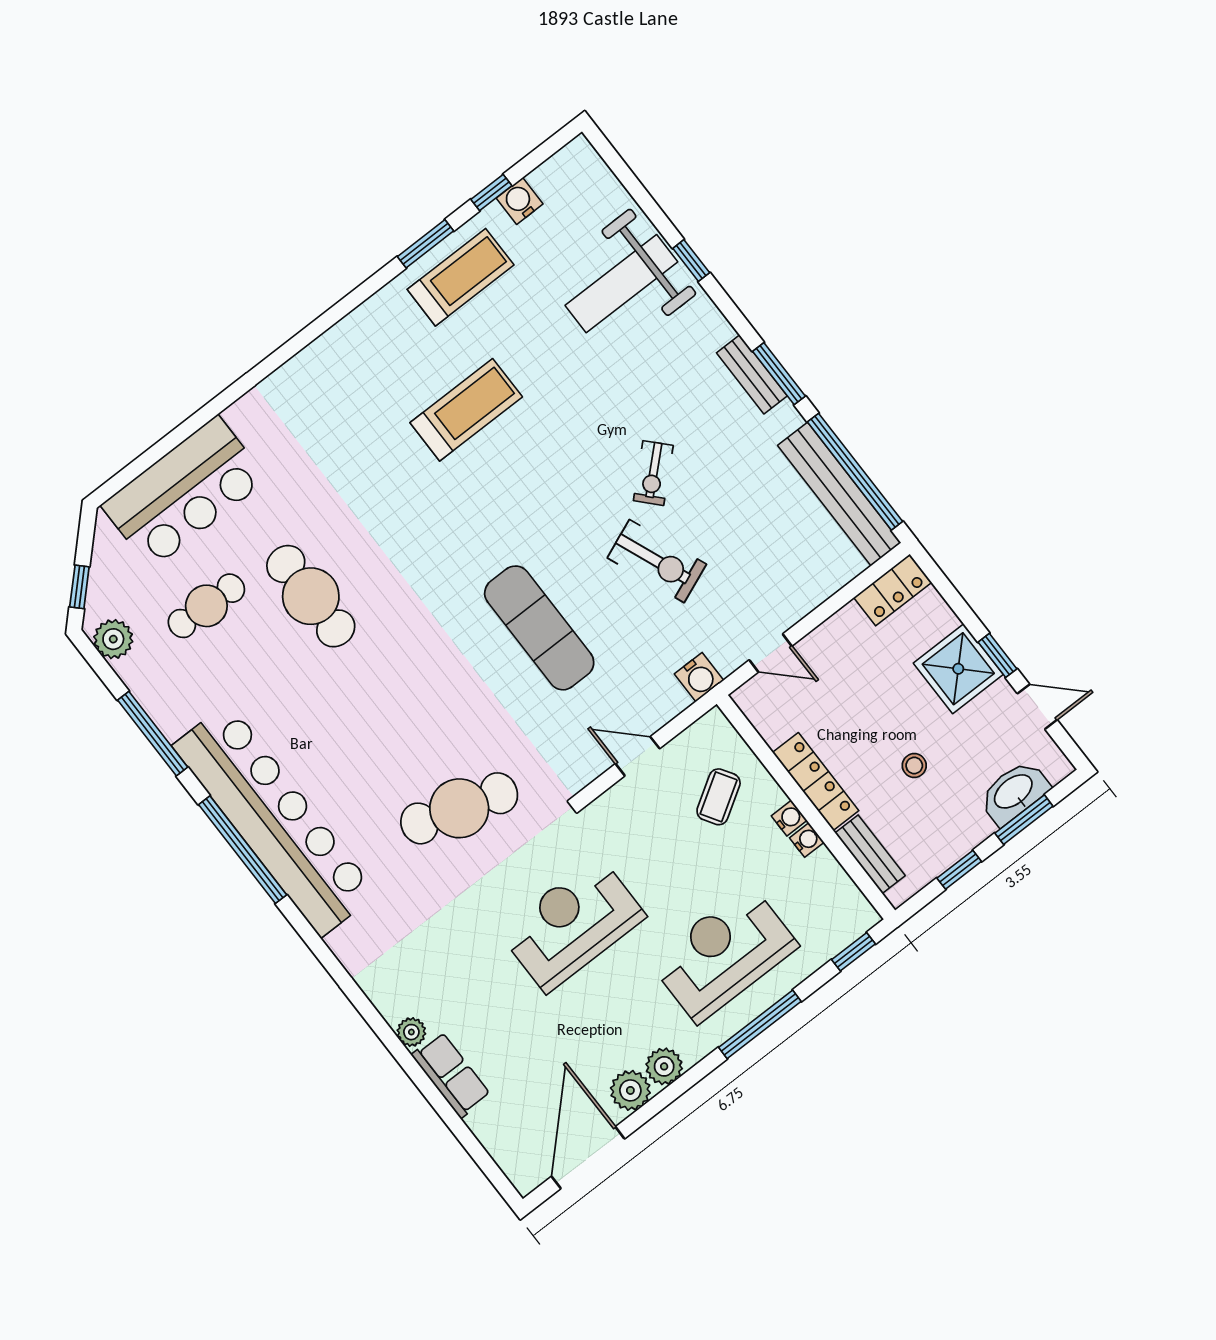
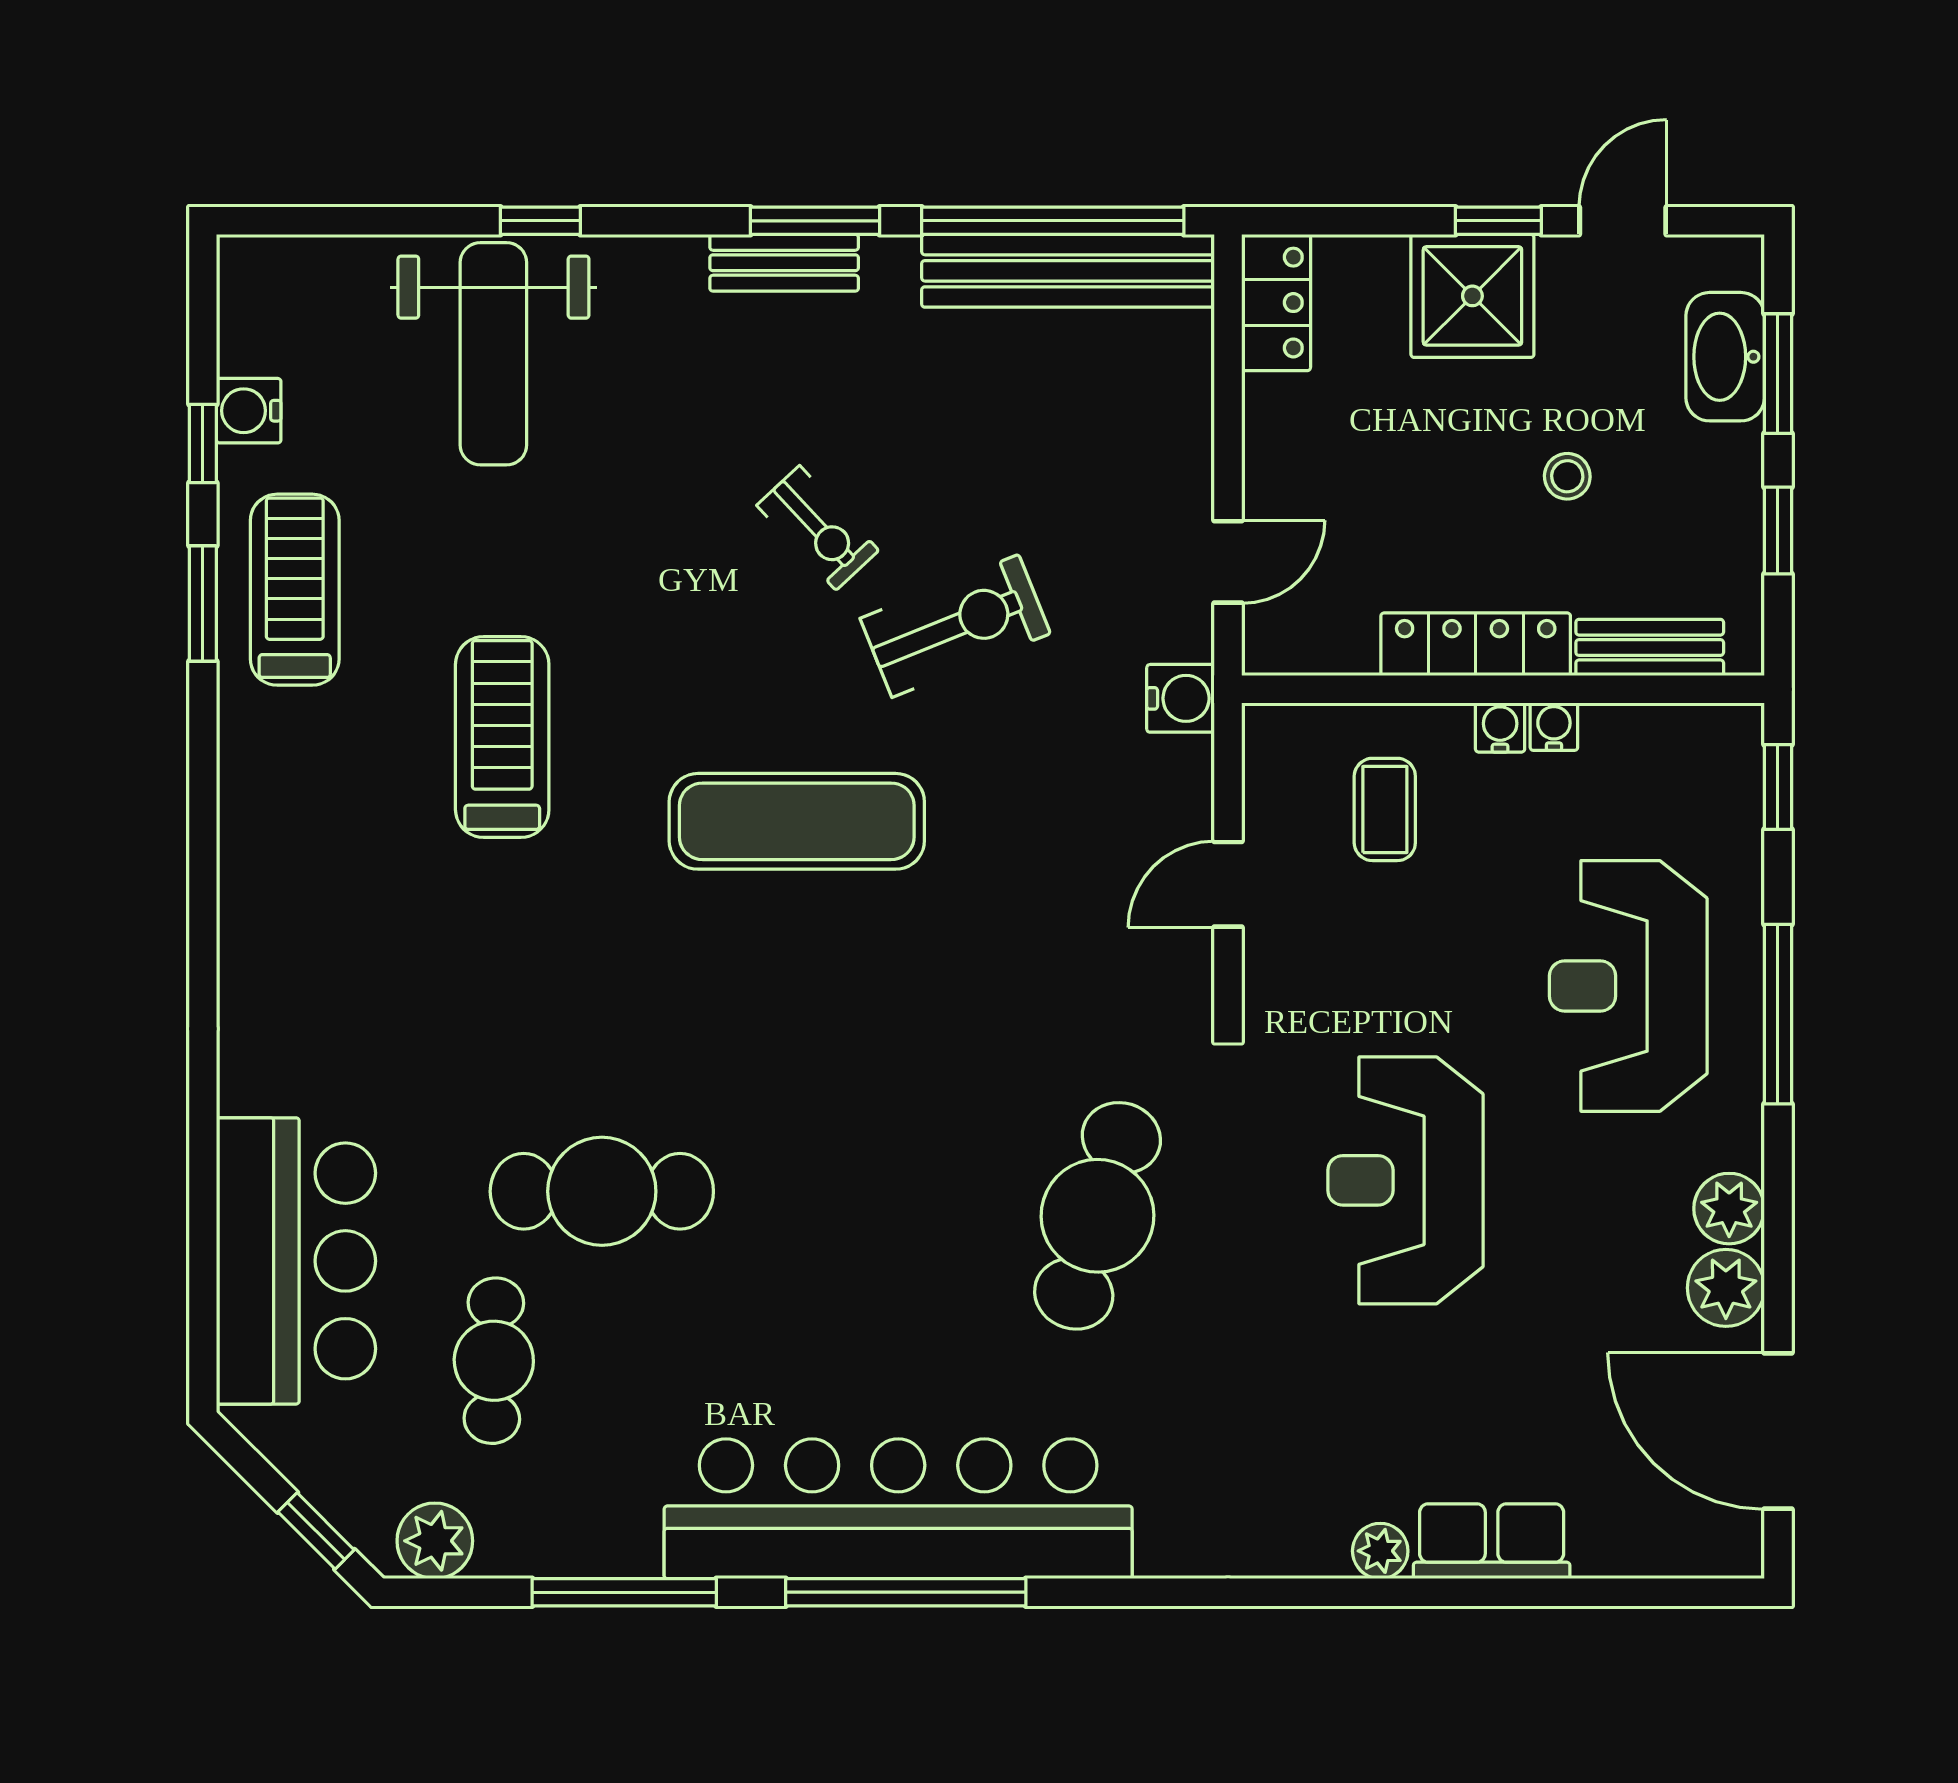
exercise mat: (539, 628) -> (797, 821), moved
coffee table: (719, 797) -> (1385, 809), turned 32

